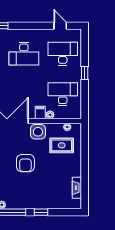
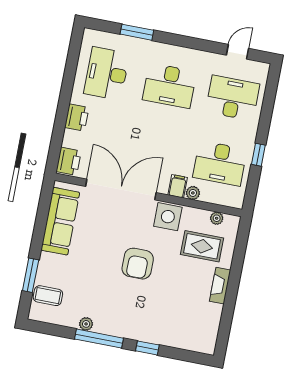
door: (60, 26) -> (237, 52), hinge flipped
window: (85, 73) -> (258, 155), moved
desk: (63, 94) -> (220, 163), turned 180
fireplace: (77, 188) -> (220, 286), moved

